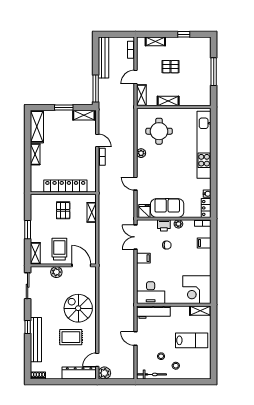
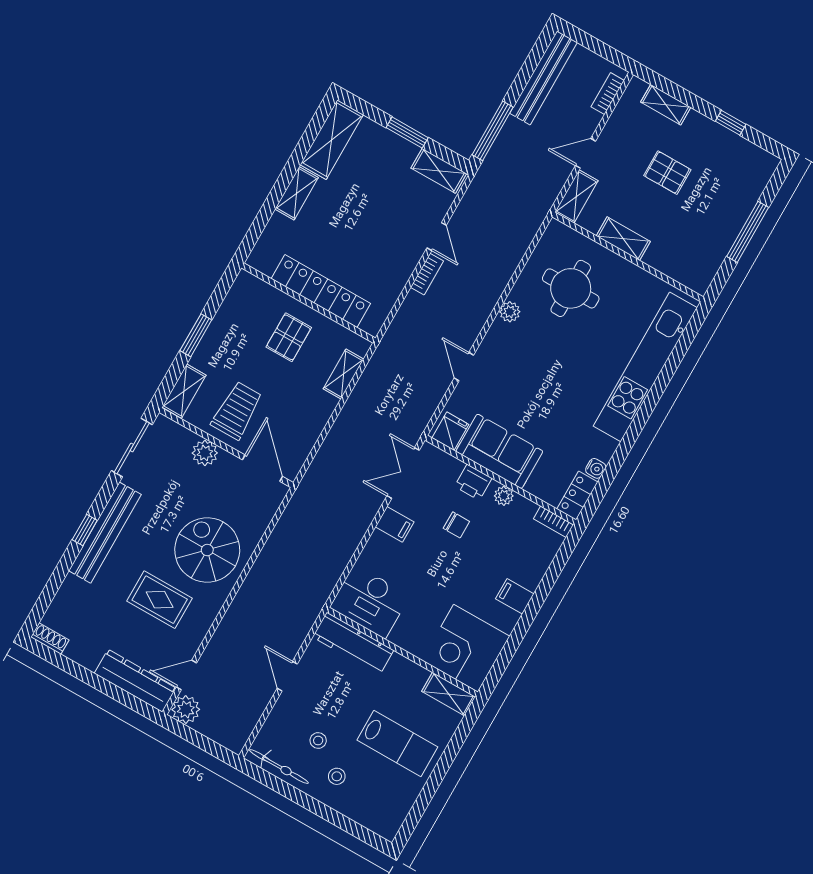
filing cabinet: (204, 243) -> (515, 596), moved
bench: (36, 340) -> (105, 533), moved

